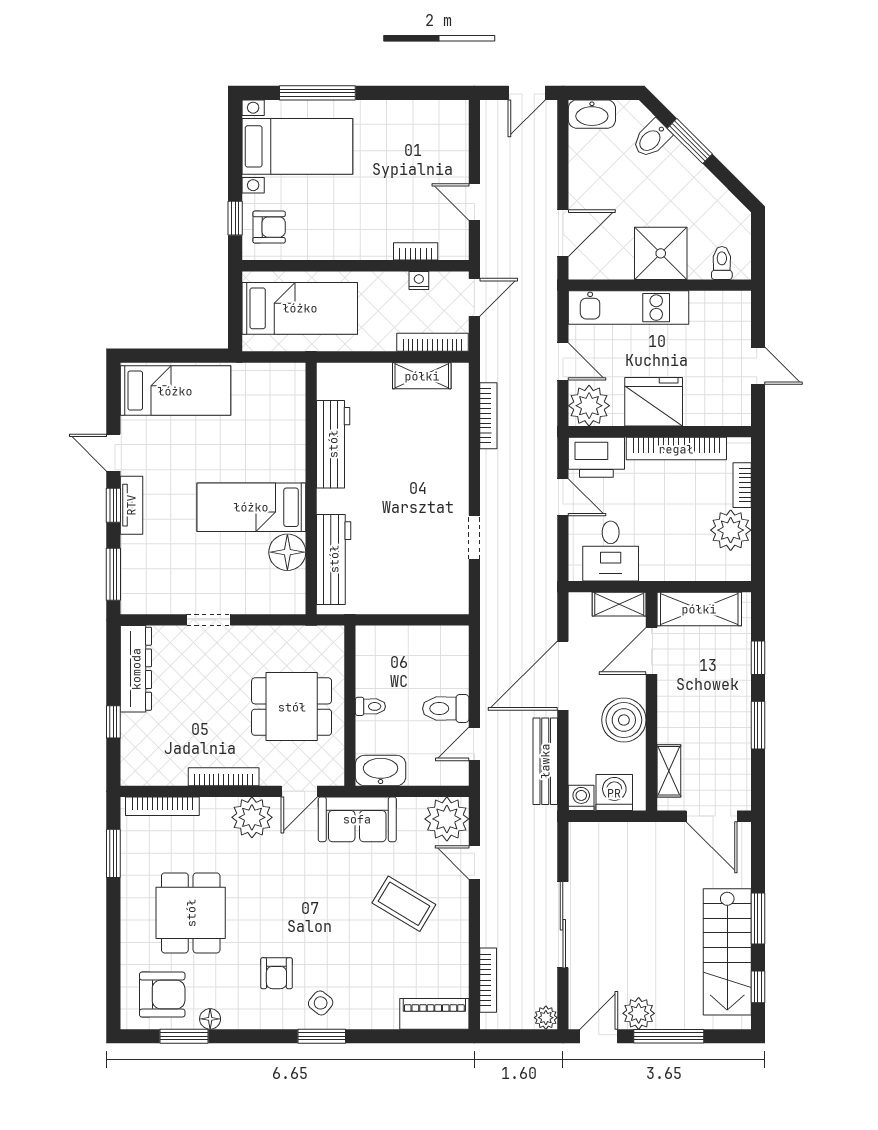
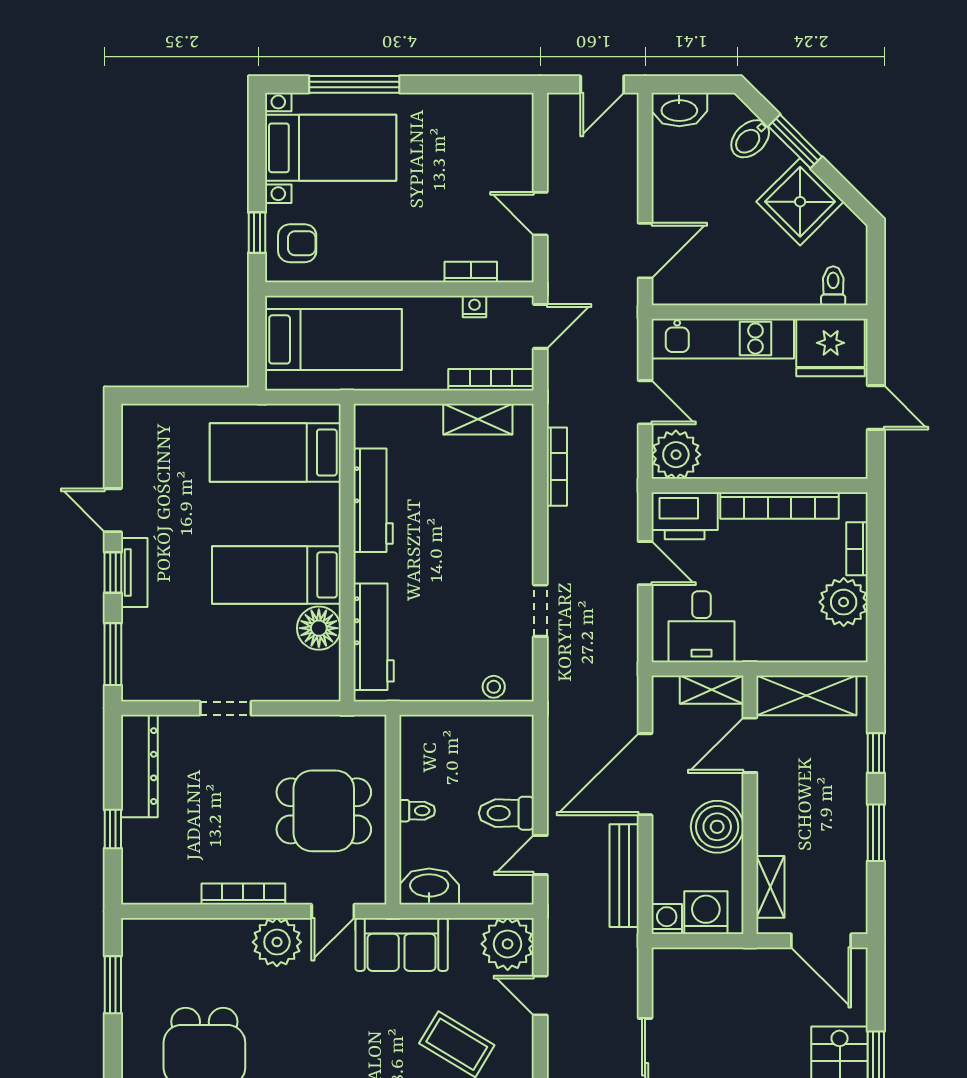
shower: (661, 253) -> (800, 202), moved, turned 45
bed: (175, 391) -> (275, 452), moved, turned 180
fridge: (654, 402) -> (831, 347), moved, turned 180
stool: (435, 602) -> (494, 687), added
bookcase: (162, 806) -> (171, 929), removed

